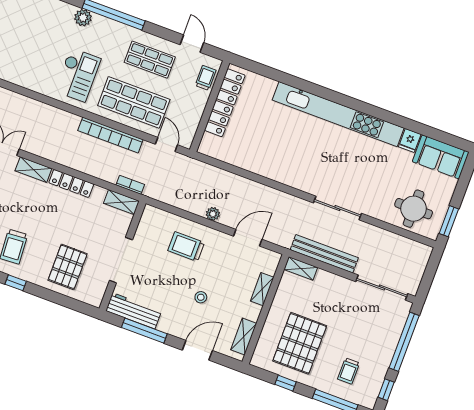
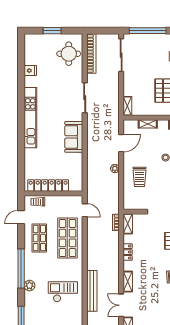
checkout: (78, 75) -> (63, 292), moved
kitchen unit: (338, 114) -> (30, 118), width x0.73
bookcase: (110, 135) -> (91, 54), moved
door: (166, 144) -> (85, 210), swing flipped
sofa: (441, 157) -> (74, 137), moved, turned 180
locker: (71, 183) -> (128, 252), width x0.66
window: (449, 221) -> (52, 31), moved
door: (248, 238) -> (121, 143), swing flipped
bench: (324, 254) -> (92, 291), moved

